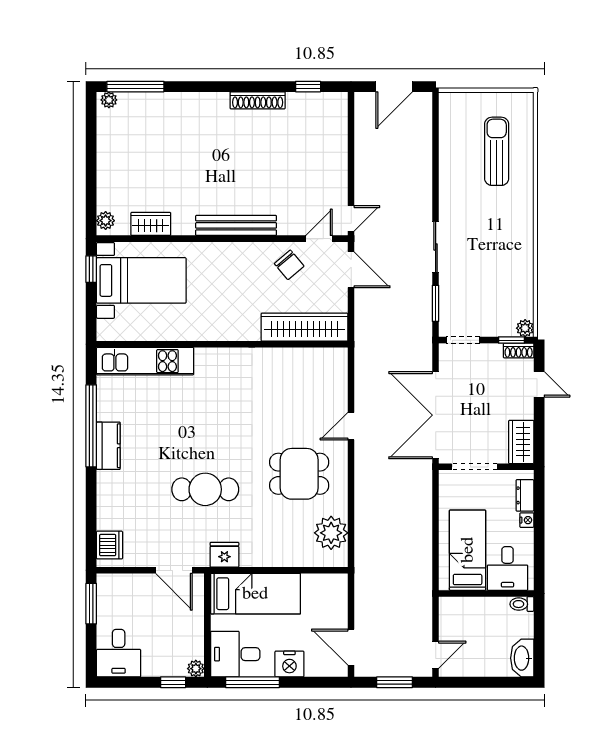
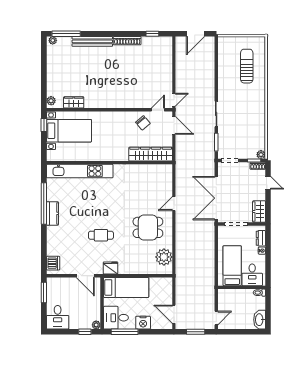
bench: (236, 225) -> (92, 41), moved
kitchen unit: (145, 361) -> (80, 171), width x1.36
cafe table: (205, 489) -> (101, 235), width x0.73, depth x0.74

